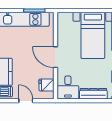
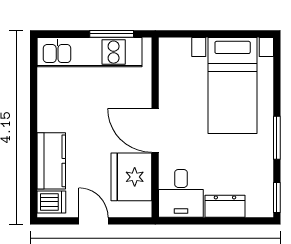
fridge: (46, 85) -> (131, 177), width x1.88, depth x1.34
dresser: (93, 94) -> (225, 206), width x0.70

